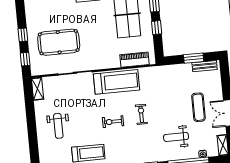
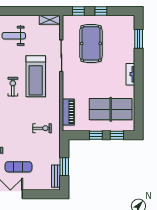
treadmill: (117, 82) -> (36, 76), moved
exercise bike: (141, 114) -> (42, 128), moved

